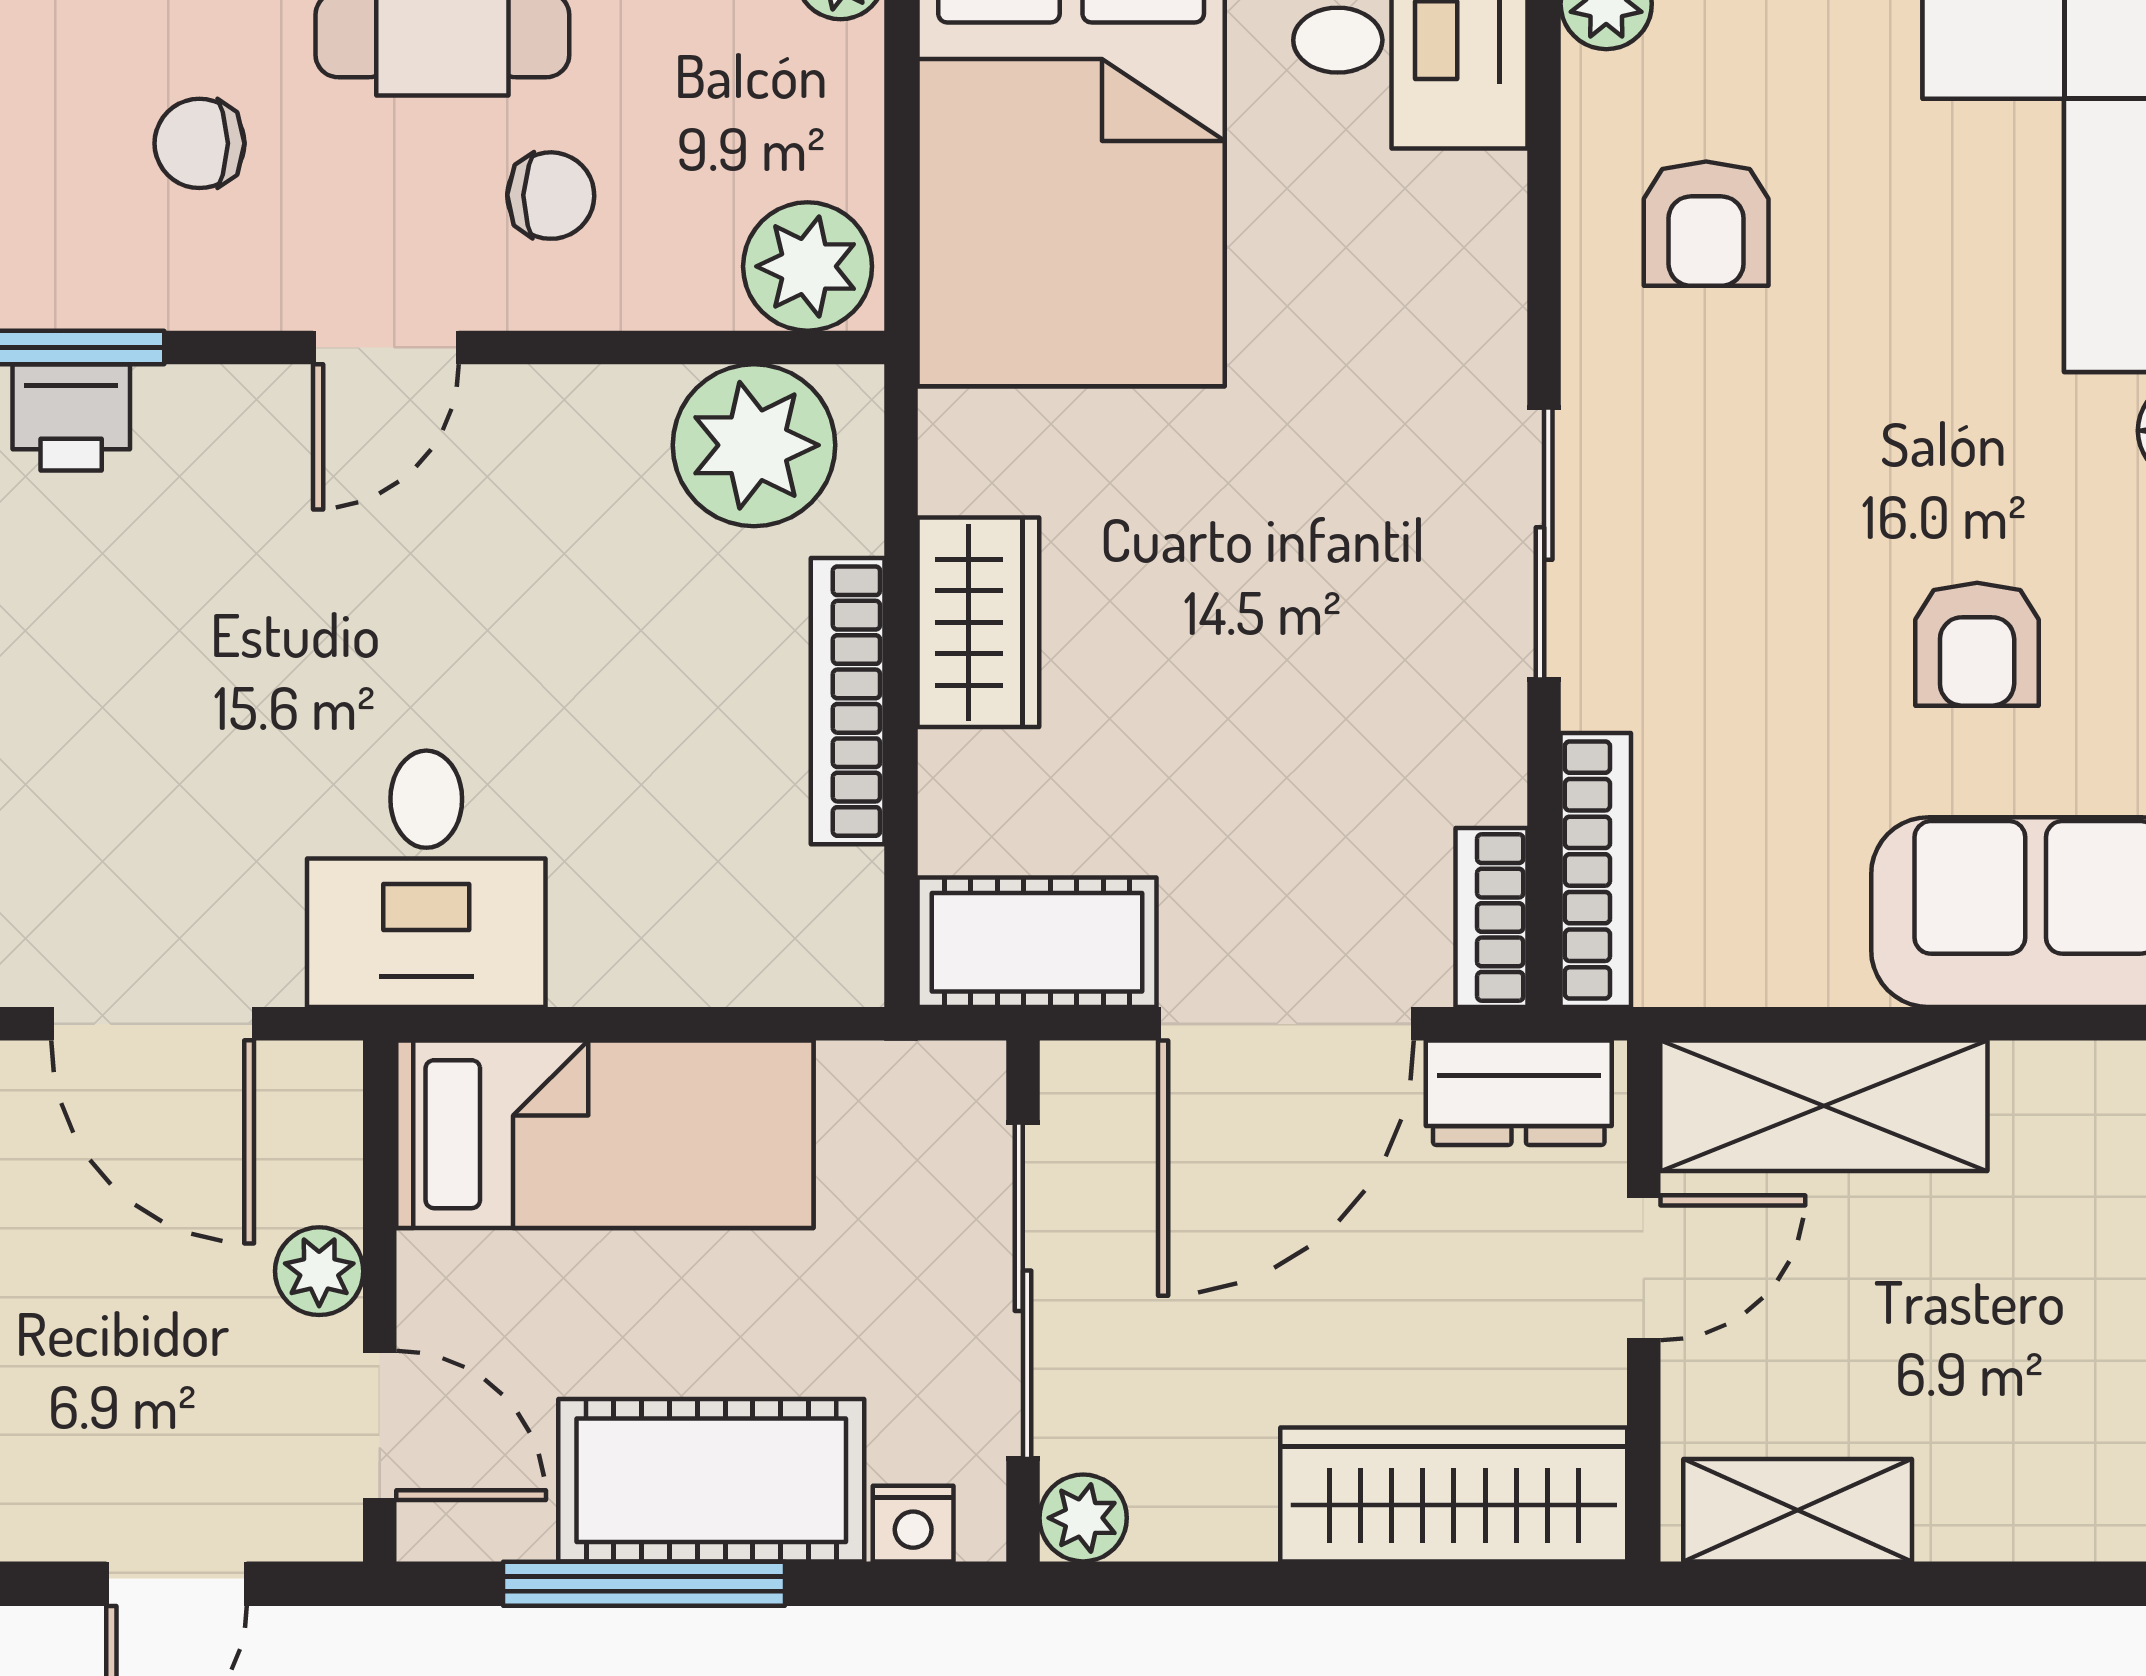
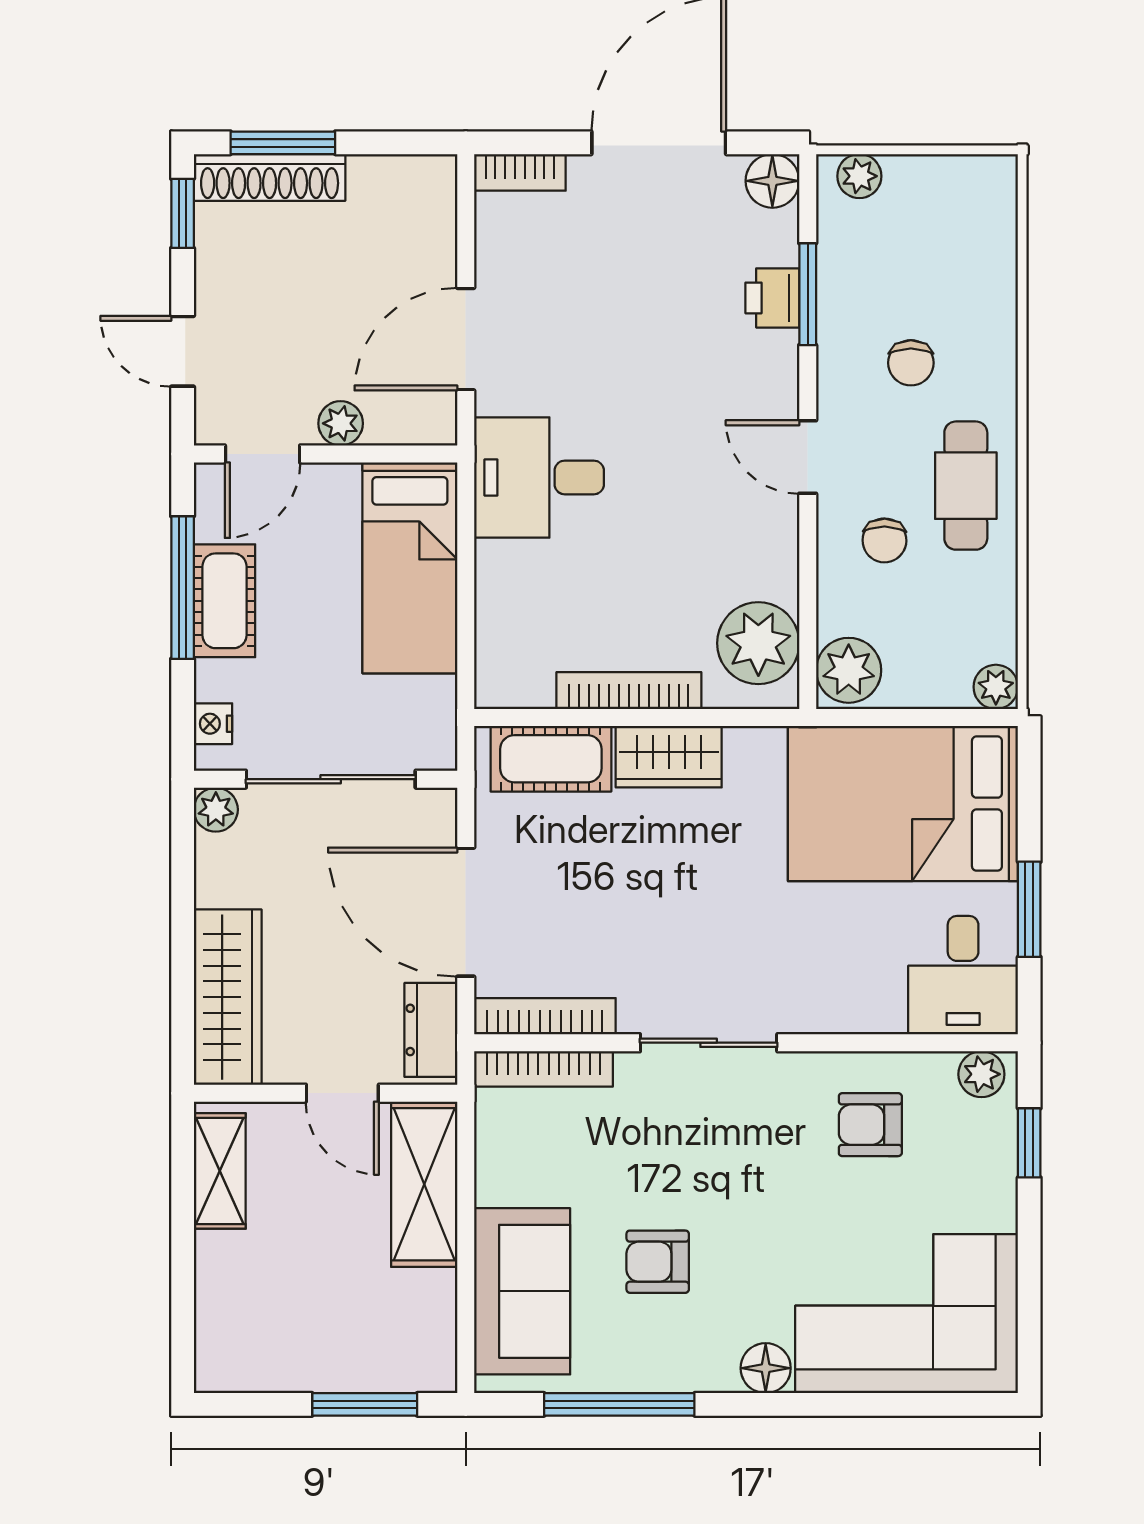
chair: (199, 143) -> (911, 363), turned 180
bookcase: (1492, 918) -> (545, 1016), width x1.56
cot: (1037, 942) -> (551, 759), moved, turned 90
cot: (711, 1480) -> (224, 601), width x0.73, depth x0.75

